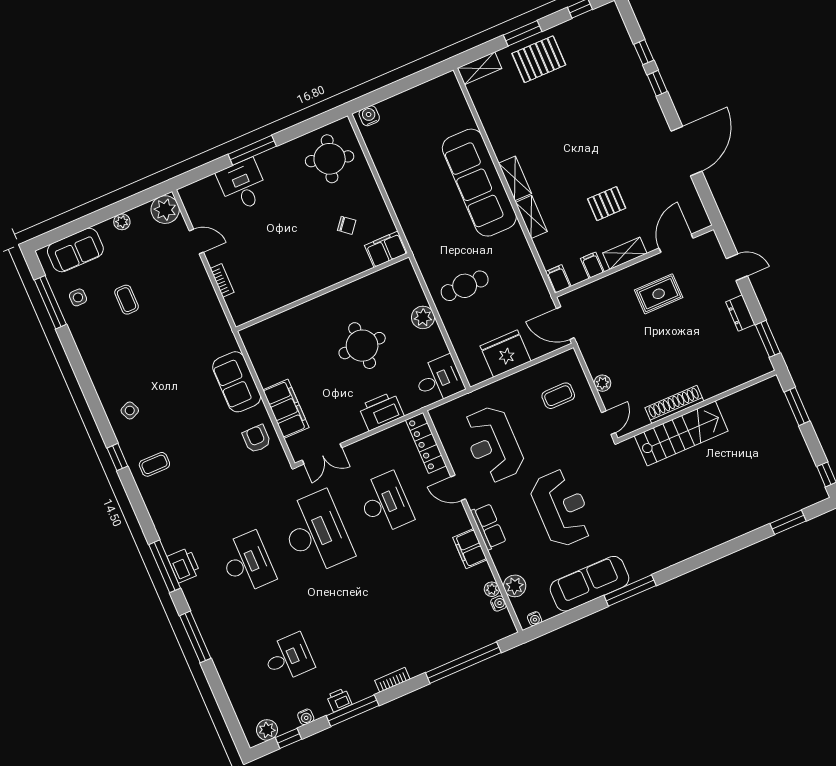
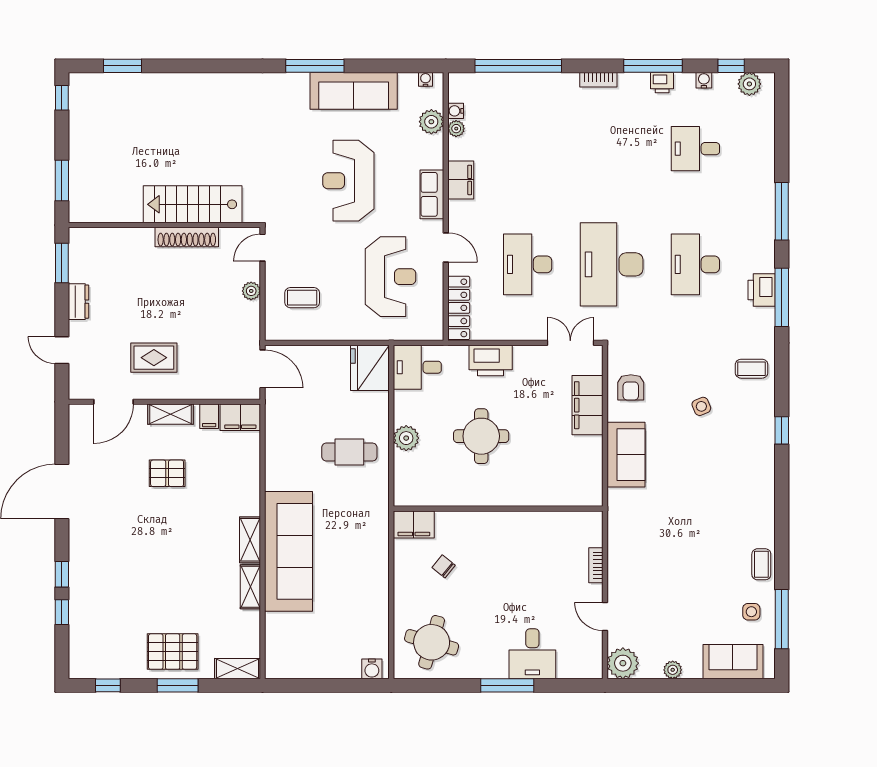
shelving: (531, 217) -> (250, 587), moved
filing cabinet: (558, 279) -> (240, 417), width x2.00
coffee table: (127, 300) -> (761, 564), moved
fridge: (505, 354) -> (370, 368), moved, turned 90
side table: (130, 410) -> (701, 406), moved
coffee table: (154, 464) -> (752, 369), moved

